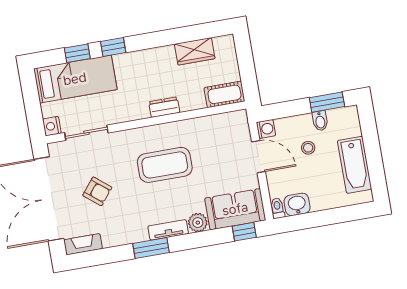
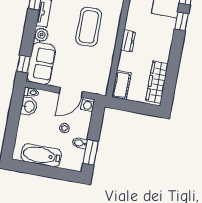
wardrobe: (195, 51) -> (157, 82), width x1.50

